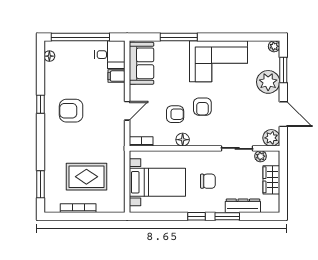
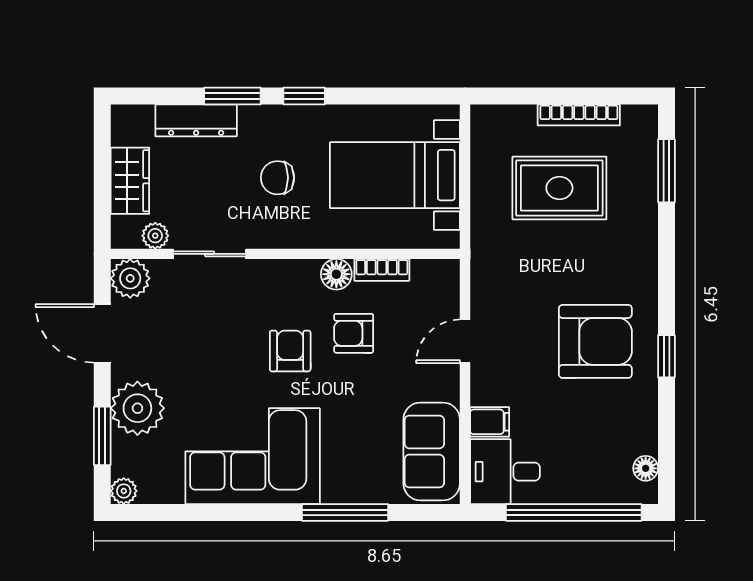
armchair: (71, 111) -> (595, 341), width x1.36, depth x1.36
bookcase: (141, 141) -> (382, 270), moved

